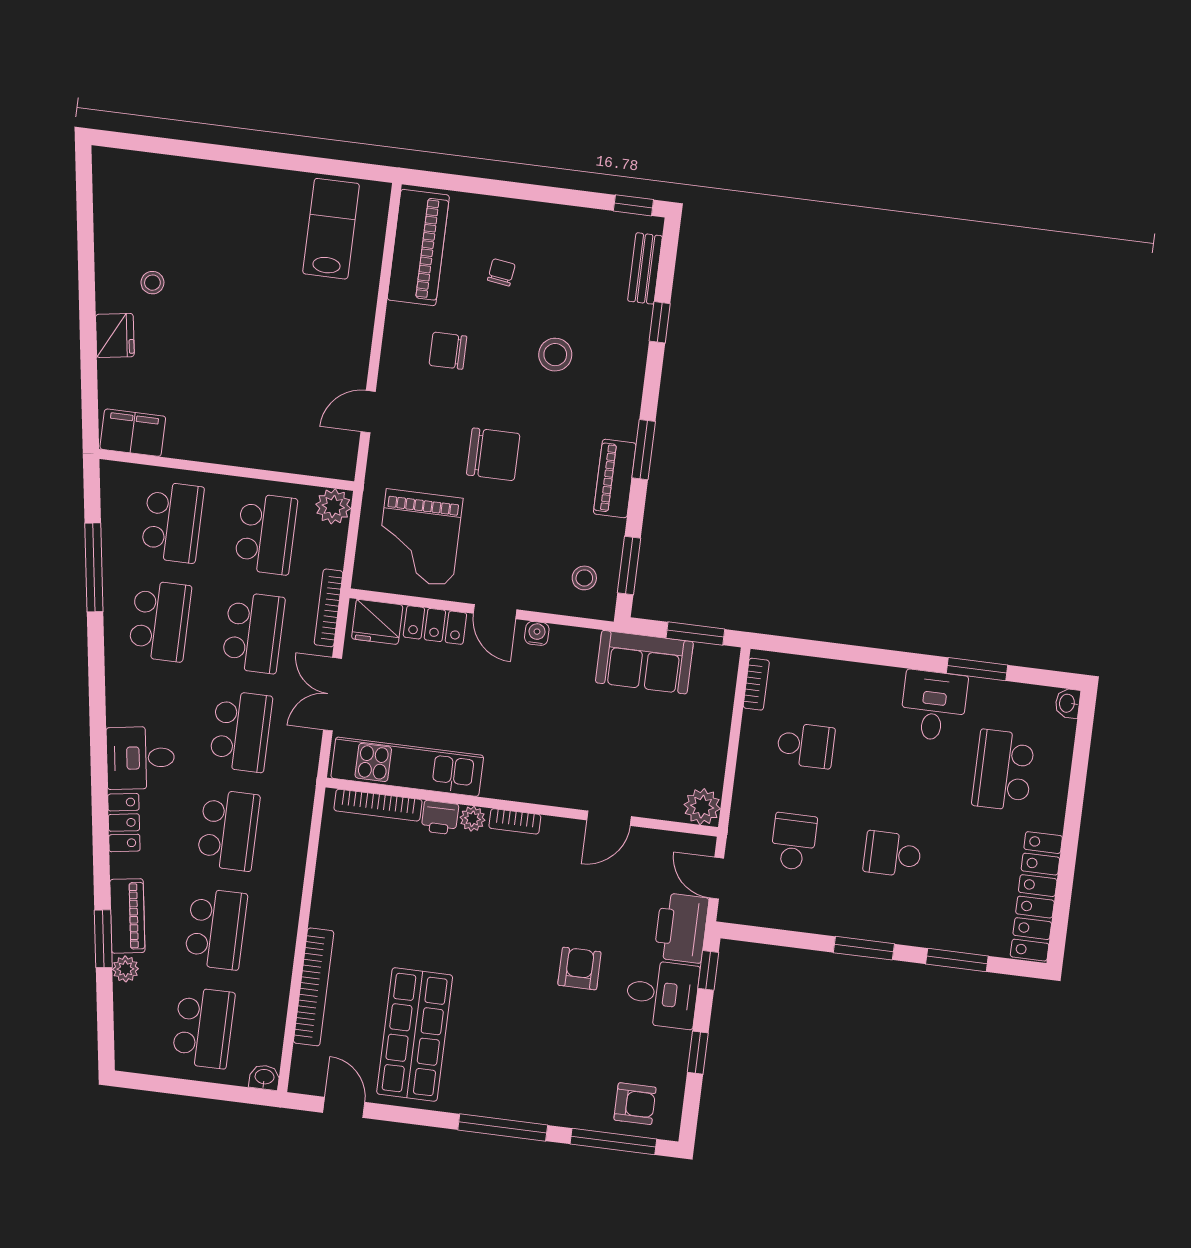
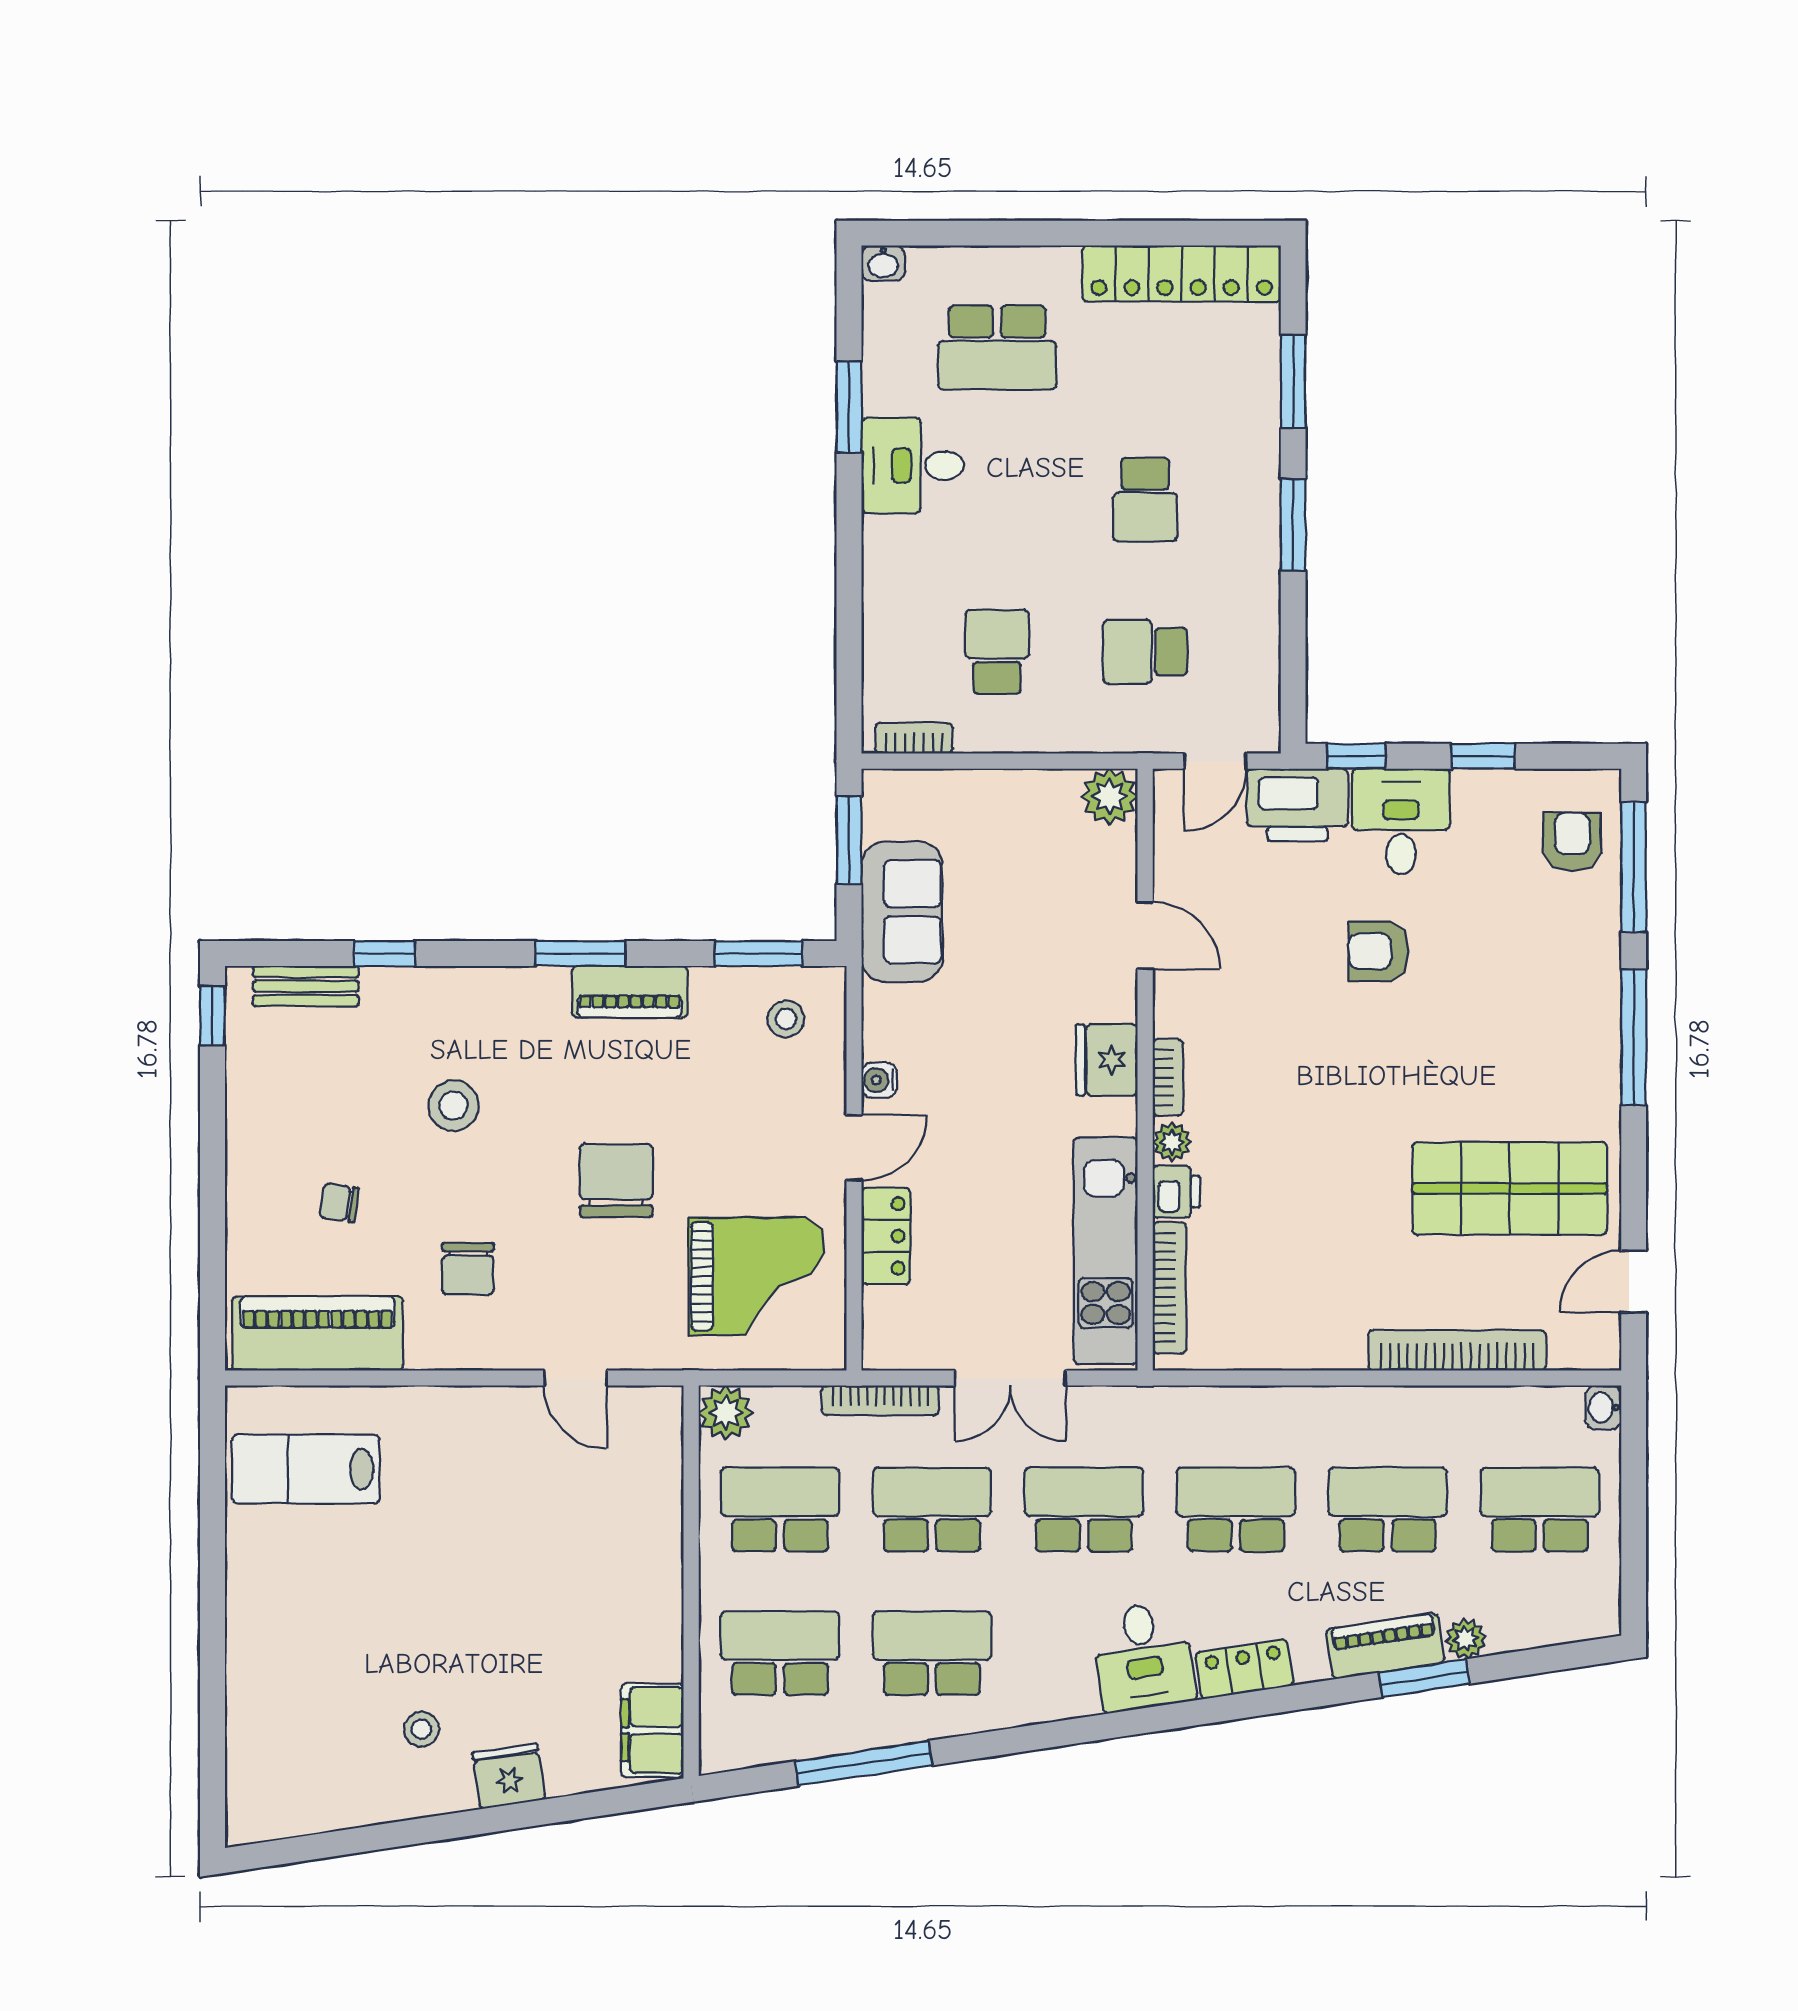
fridge: (377, 622) -> (1107, 1060), moved, turned 180

